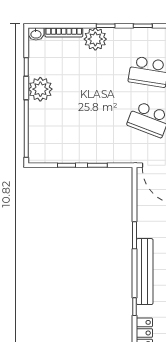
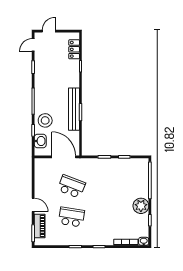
plant: (95, 39) -> (106, 238), removed
bench: (145, 272) -> (74, 109), moved

